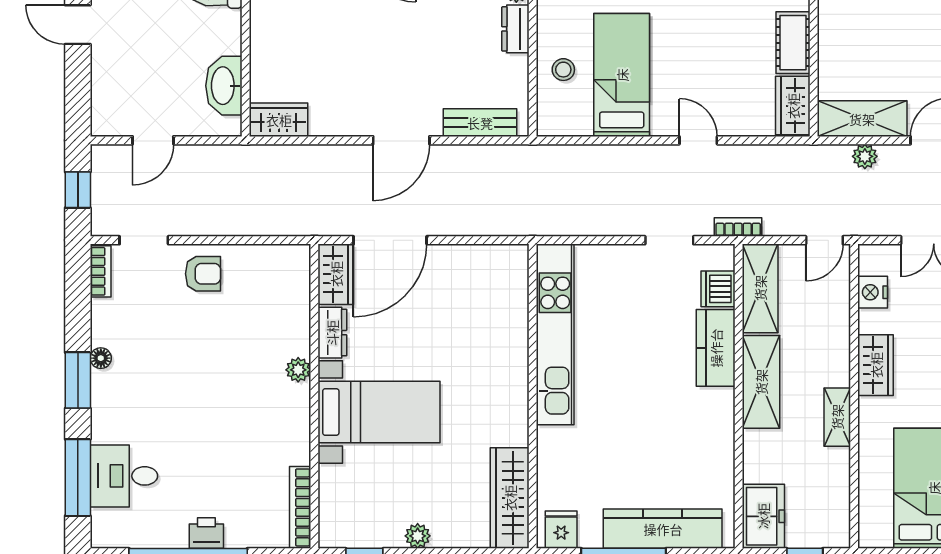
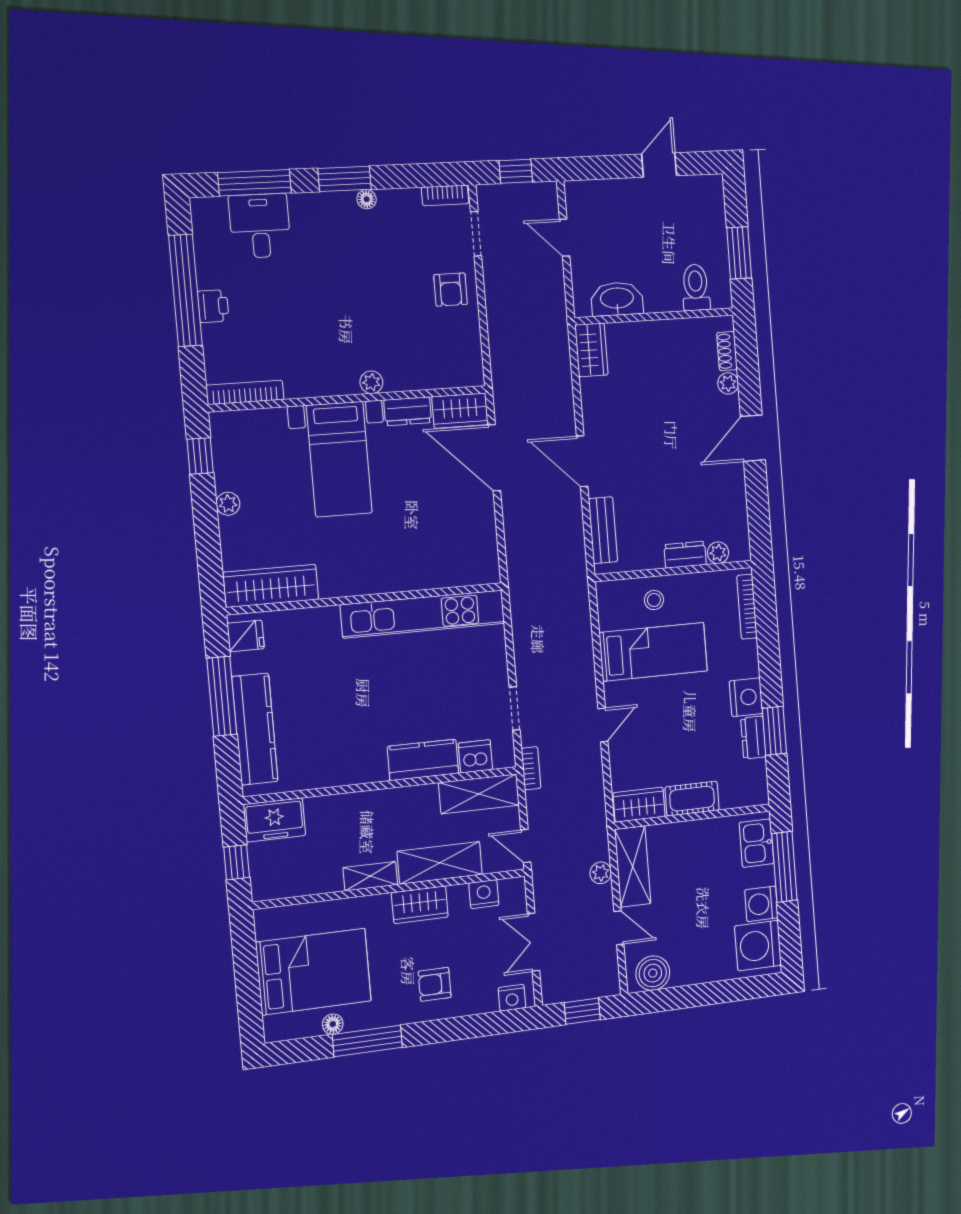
shelving: (761, 382) -> (440, 863), moved

